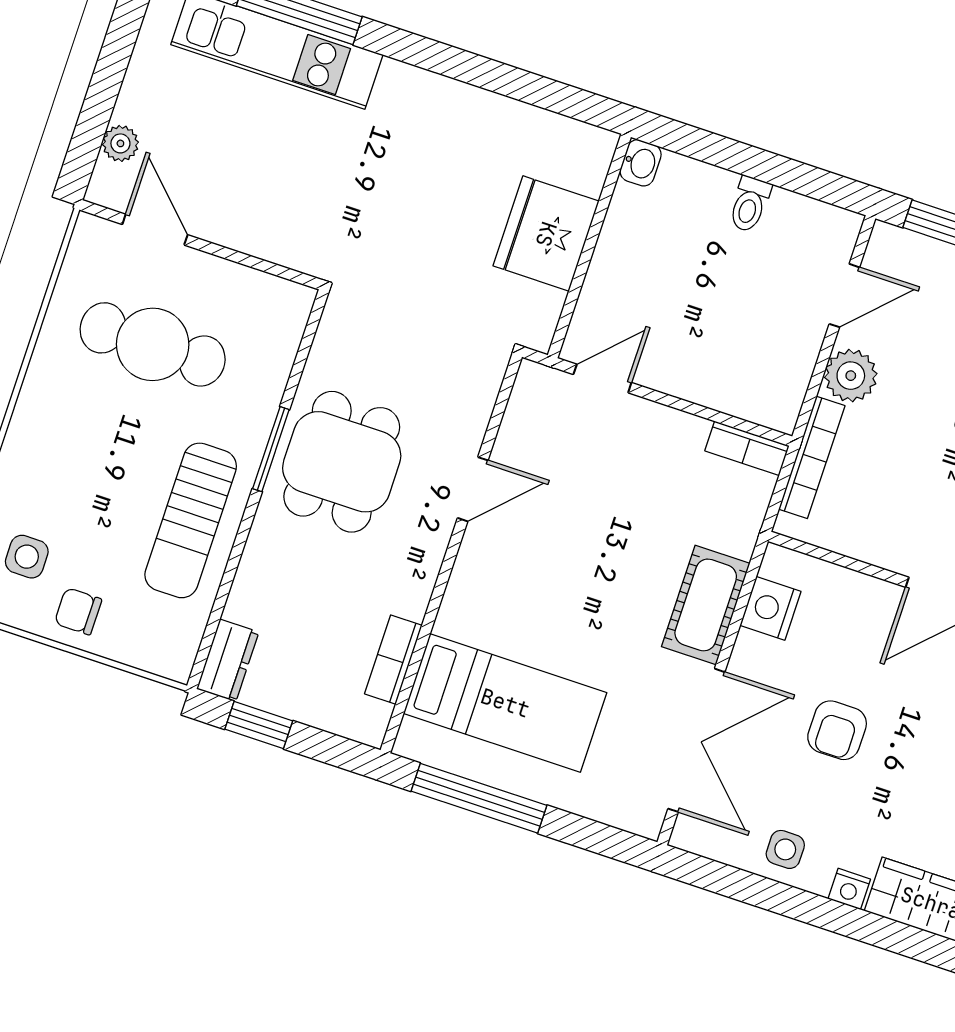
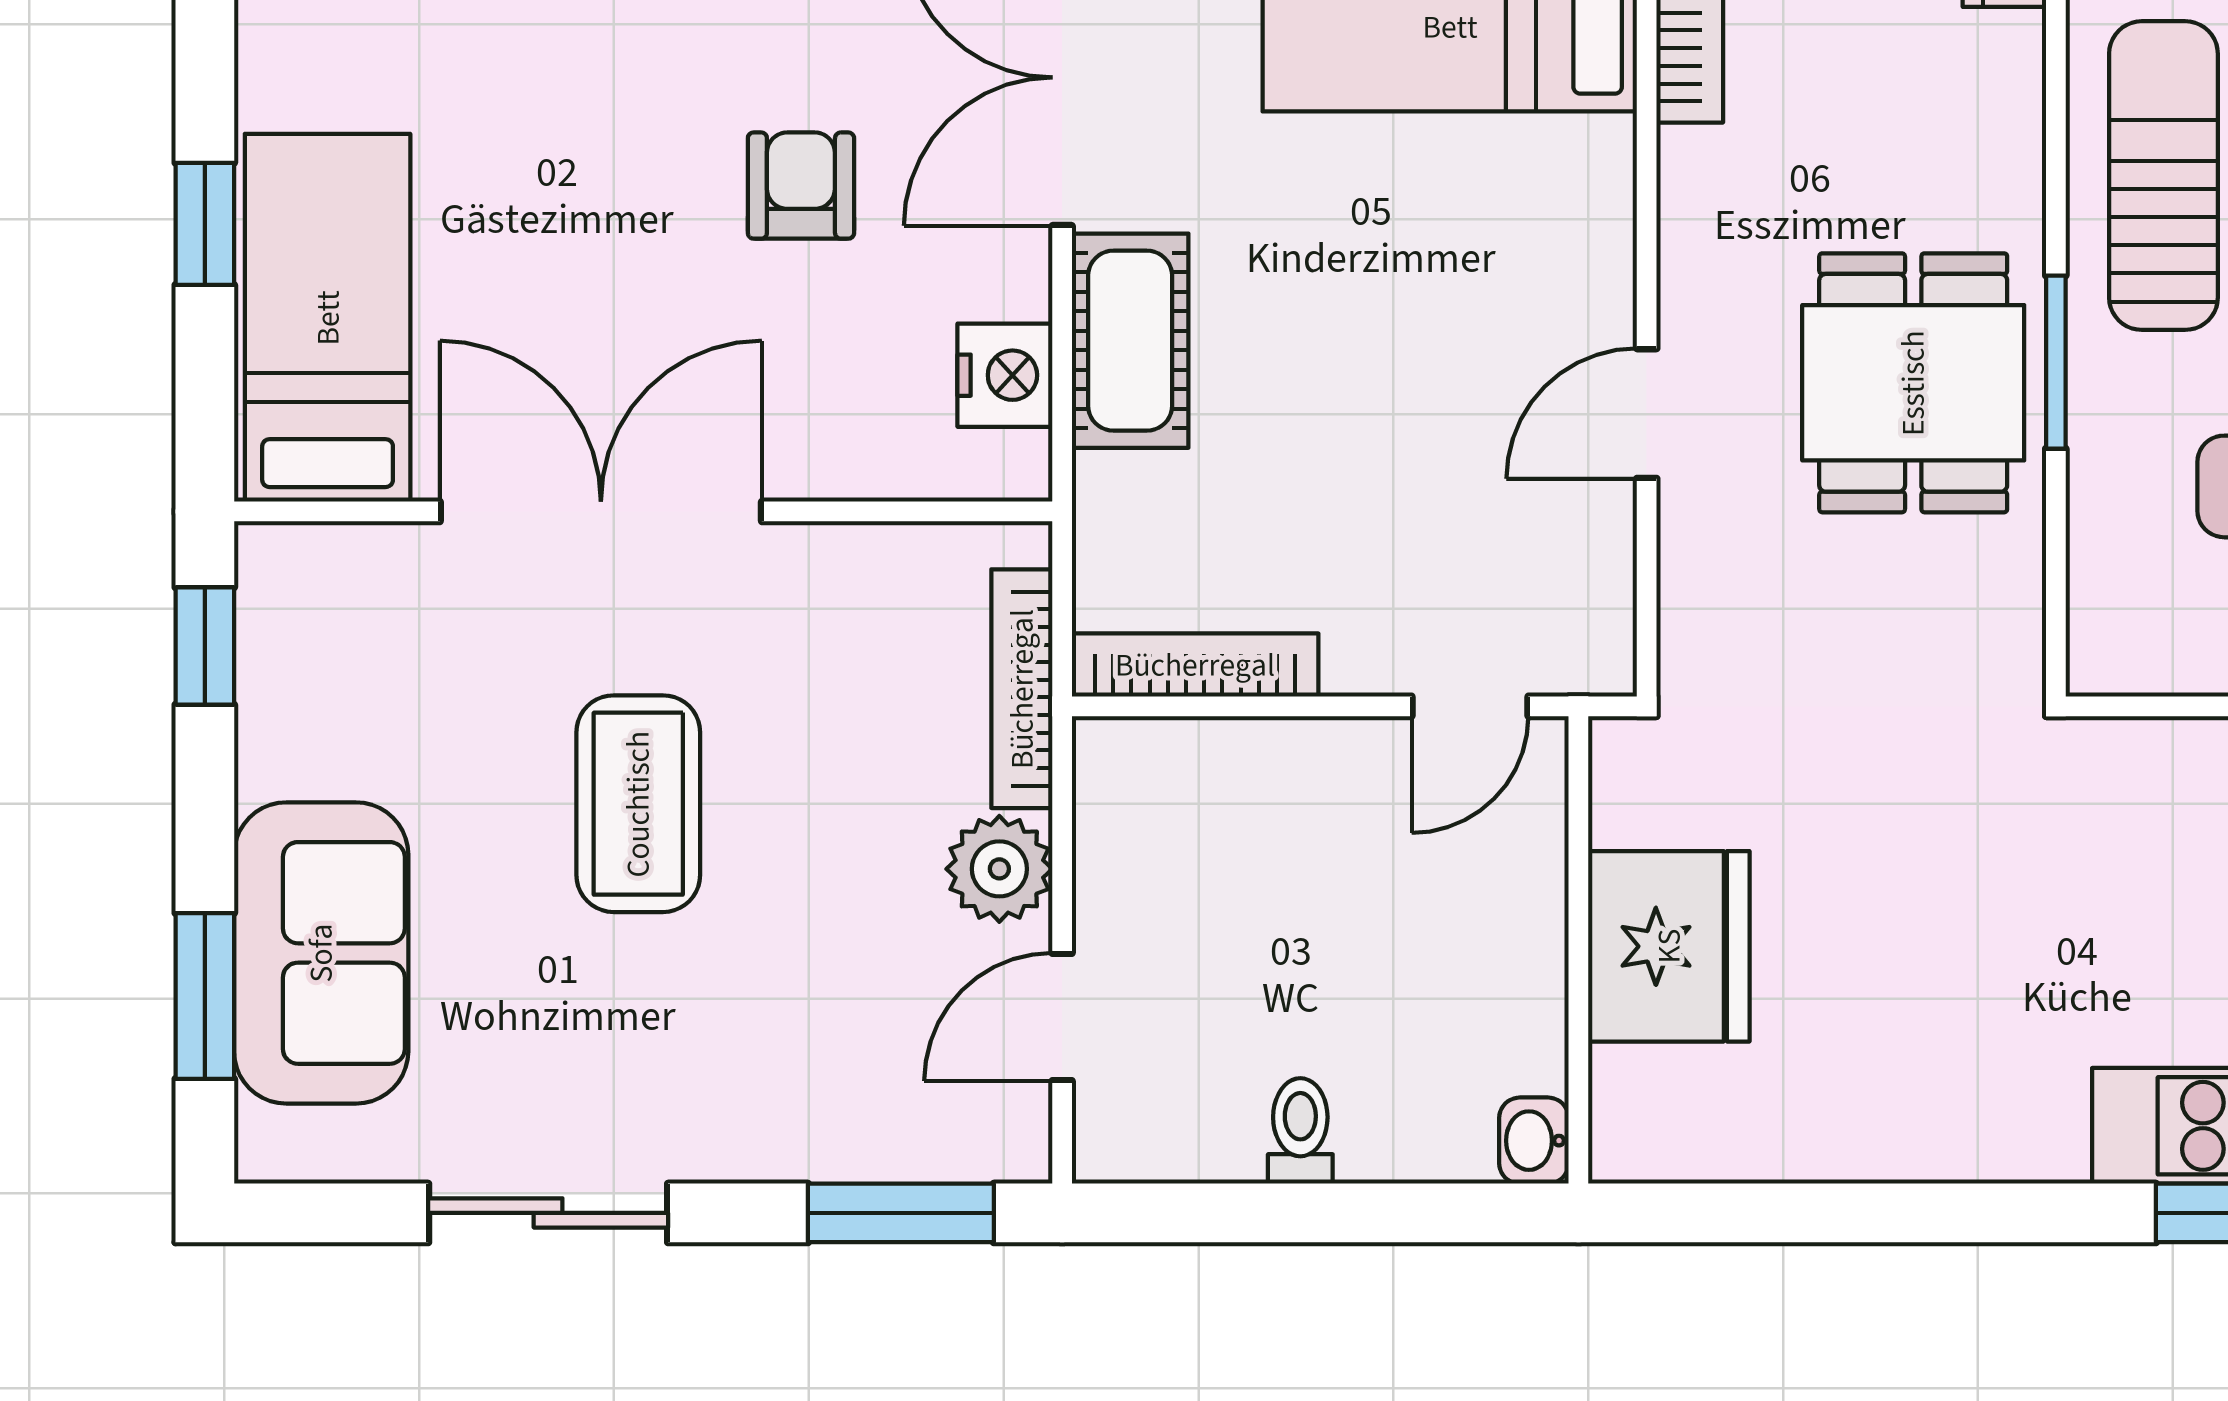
bookcase: (747, 448) -> (1195, 665), width x1.56

